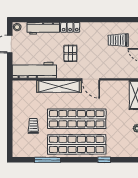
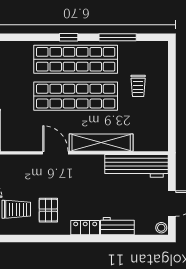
workbench: (43, 28) -> (117, 226), width x0.73
pallet: (70, 53) -> (48, 210), moved
window: (104, 160) -> (69, 37), moved

